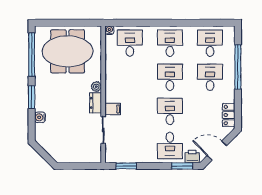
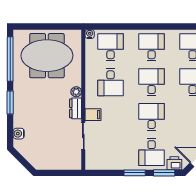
desk: (130, 77) -> (111, 82), added
water cooler: (40, 117) -> (19, 134), moved
window: (126, 166) -> (135, 173), moved

